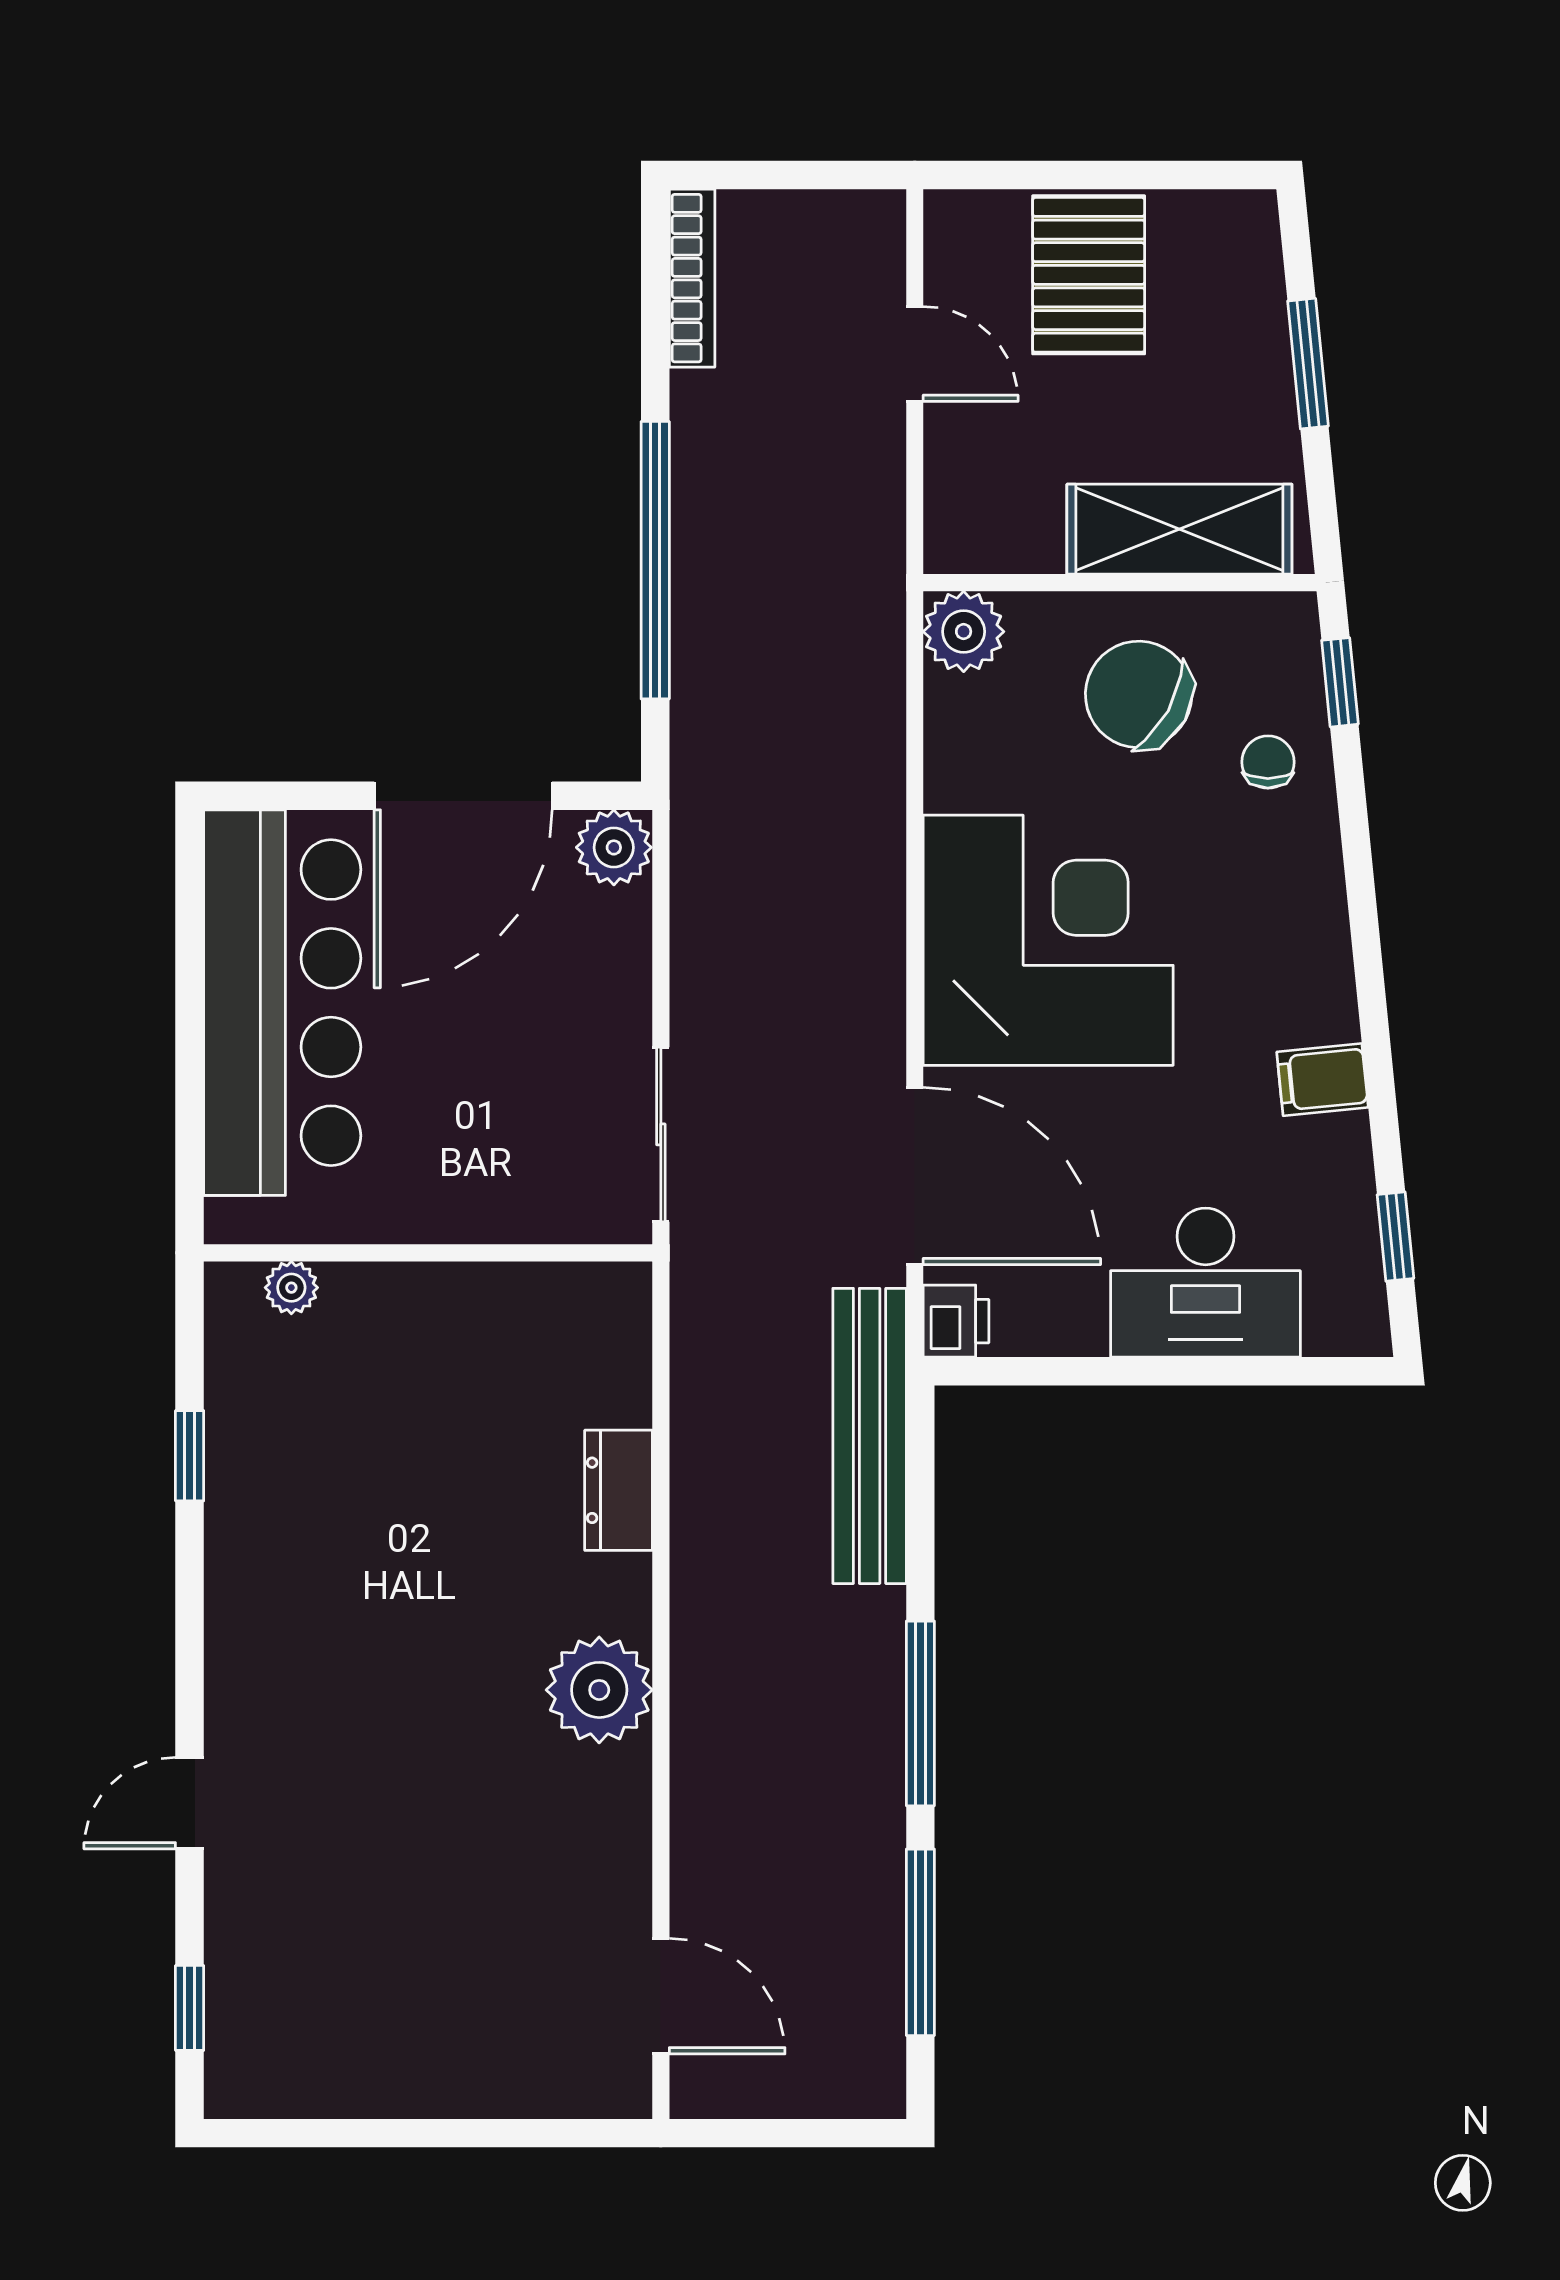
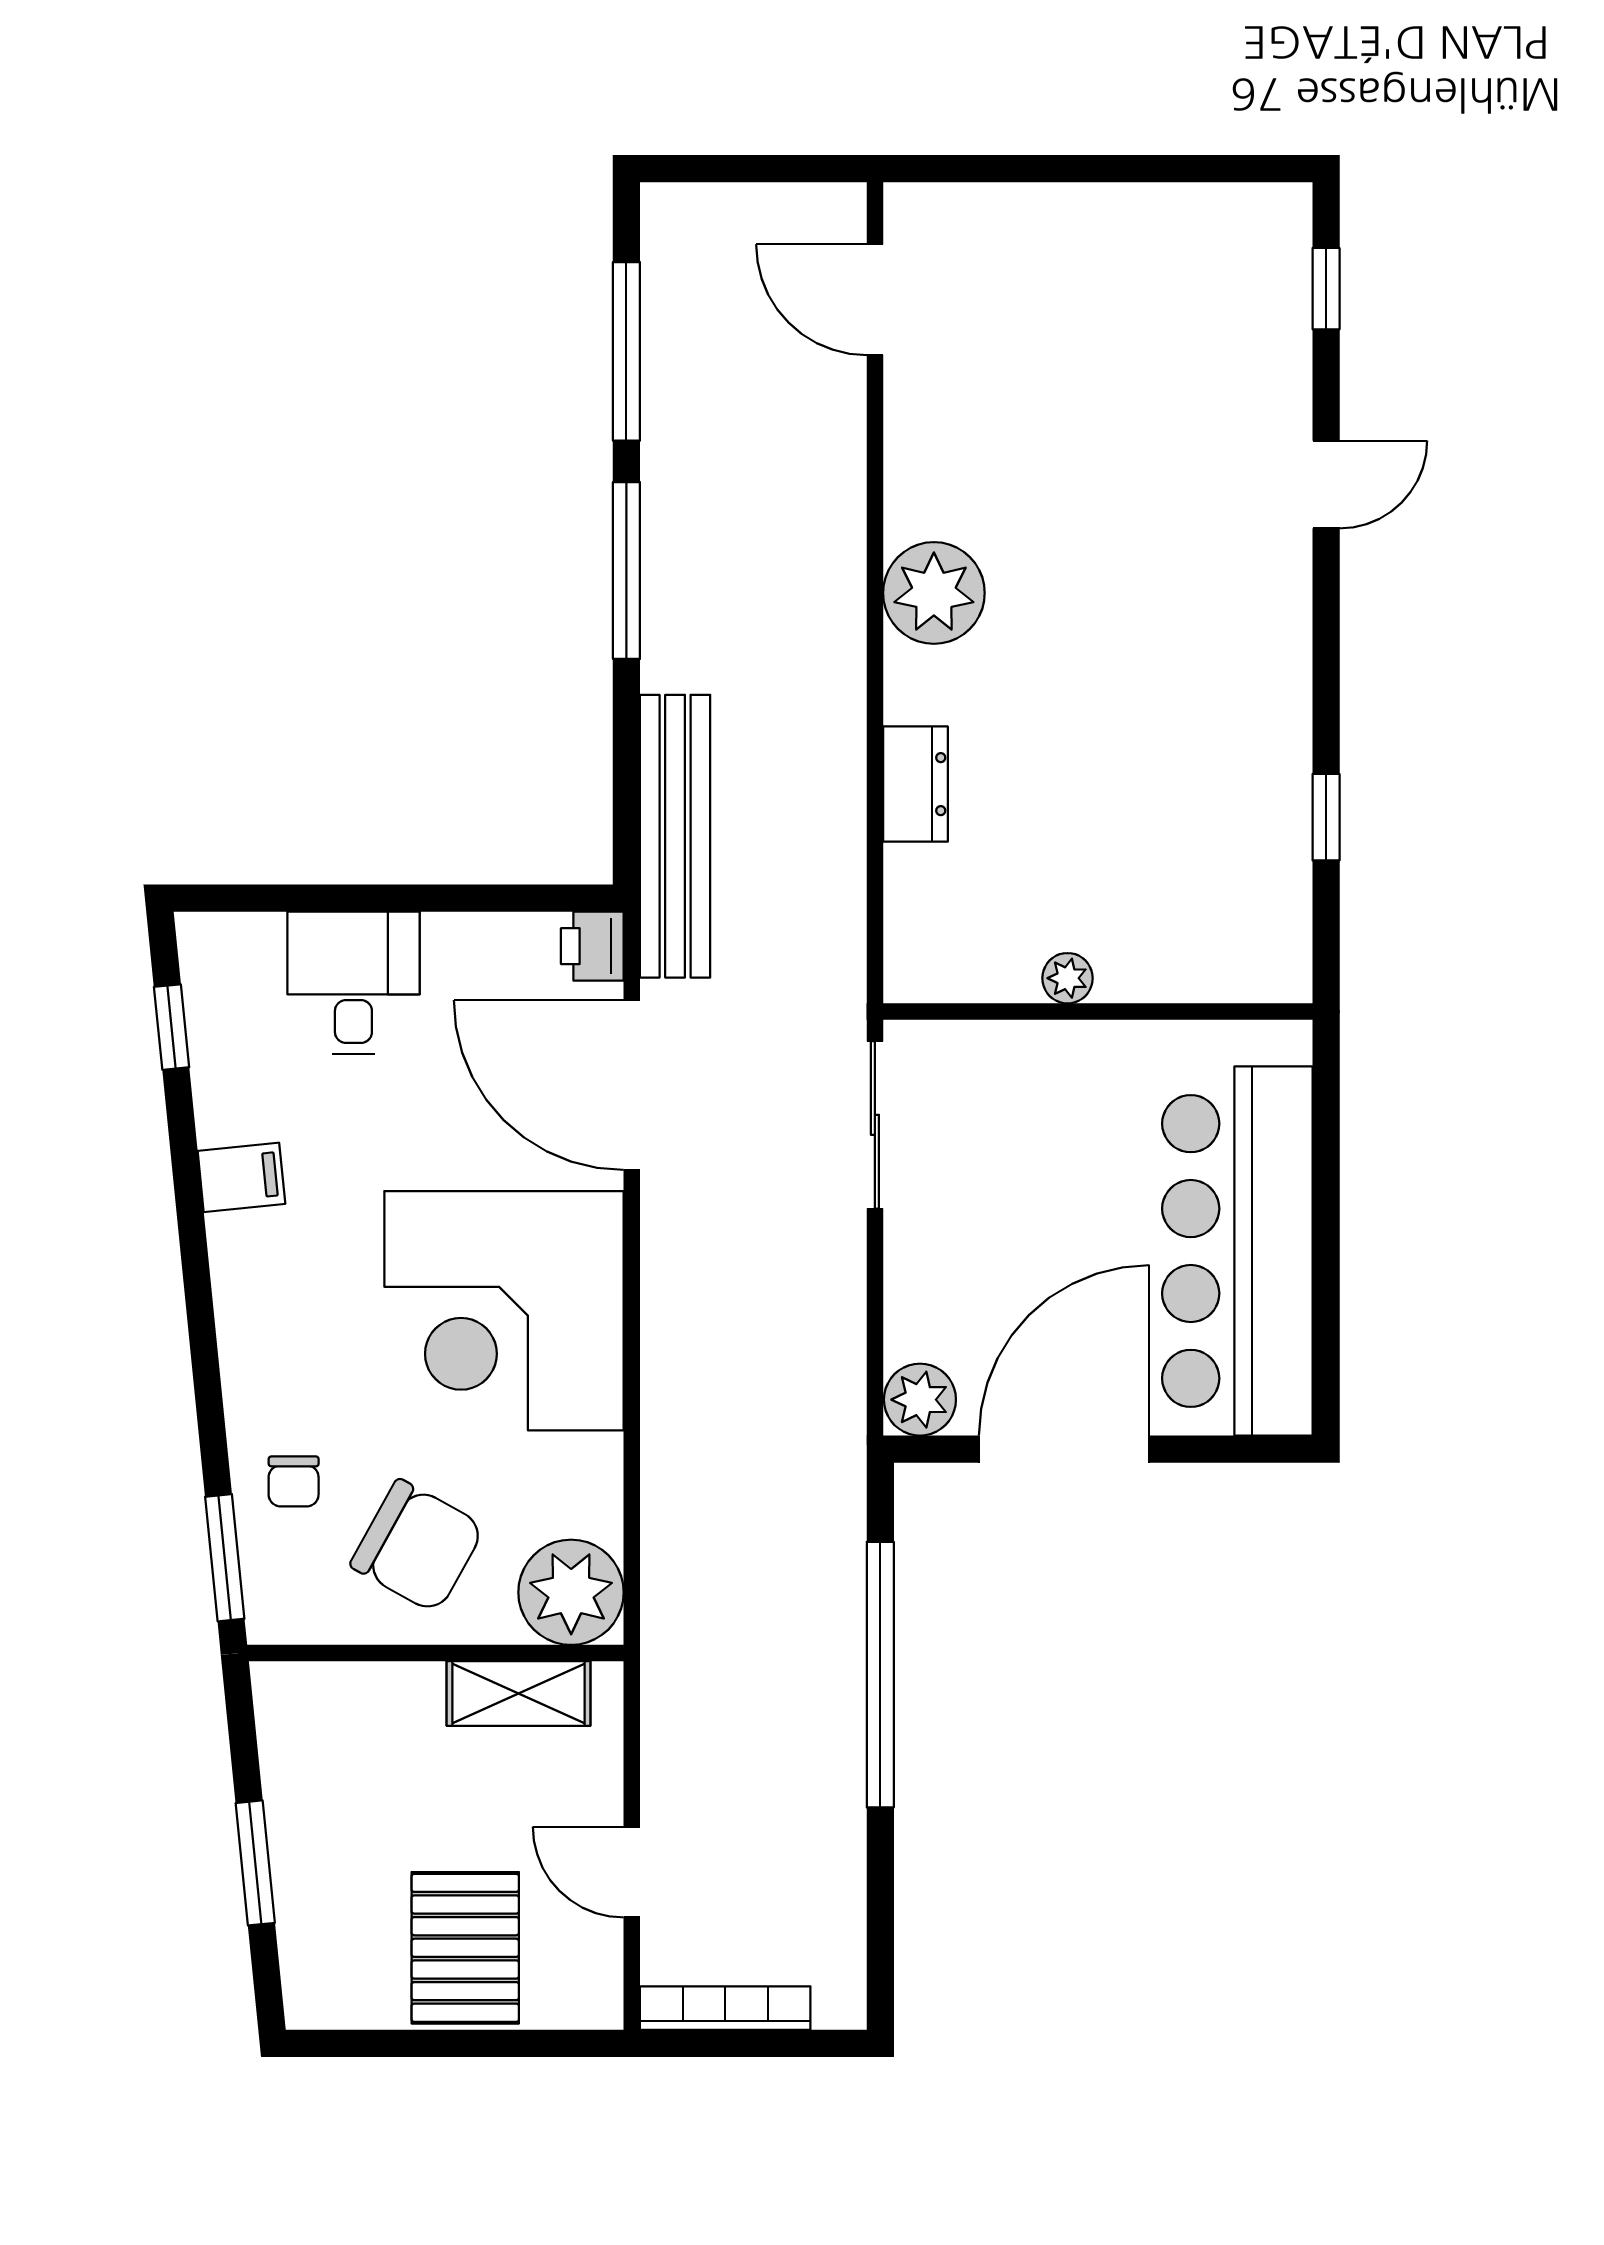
bookcase: (692, 278) -> (725, 2008), moved, turned 90
shelving: (1179, 529) -> (519, 1693), moved, width x0.67, depth x0.75
plant: (964, 632) -> (571, 1592), width x1.36, depth x1.36
window: (1340, 682) -> (225, 1558), width x1.50
desk: (1205, 1283) -> (353, 983), width x0.73
plant: (291, 1288) -> (1067, 978), moved

